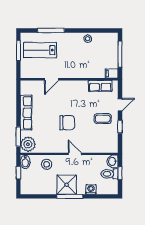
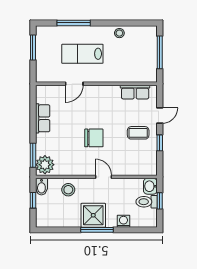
lab bench: (40, 50) -> (82, 54), moved
filing cabinet: (112, 74) -> (149, 77), removed
row of seats: (26, 113) -> (43, 118), width x0.68

